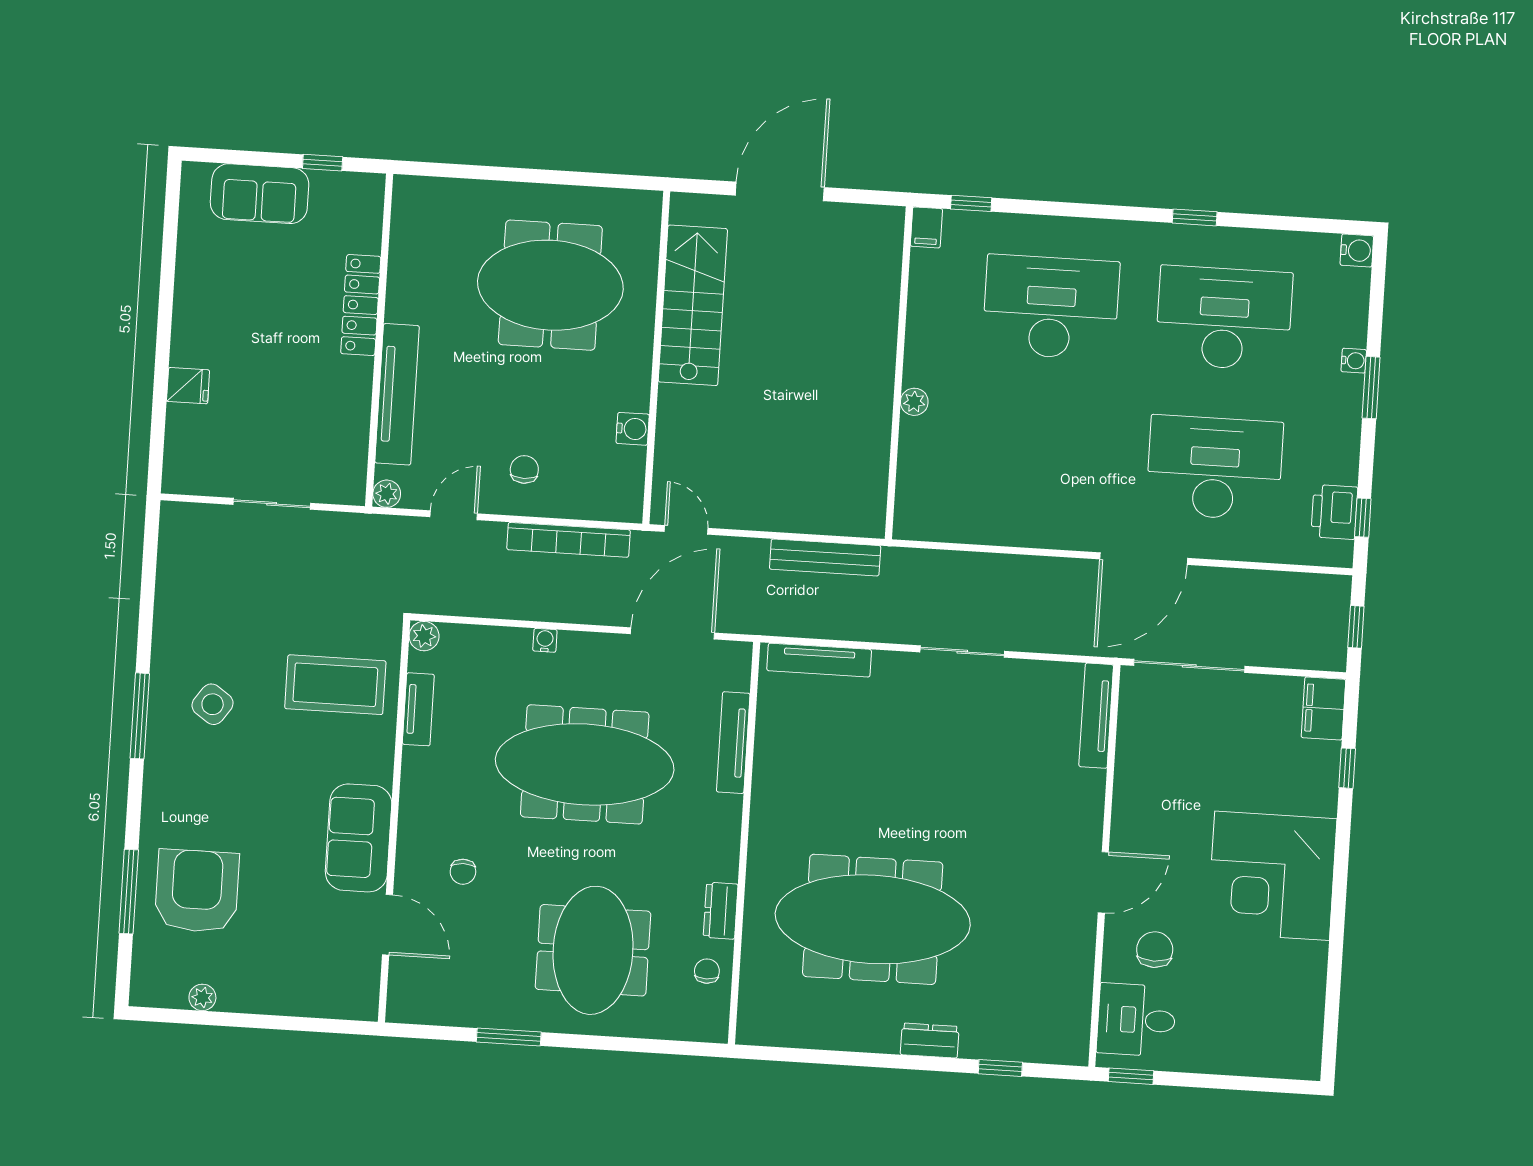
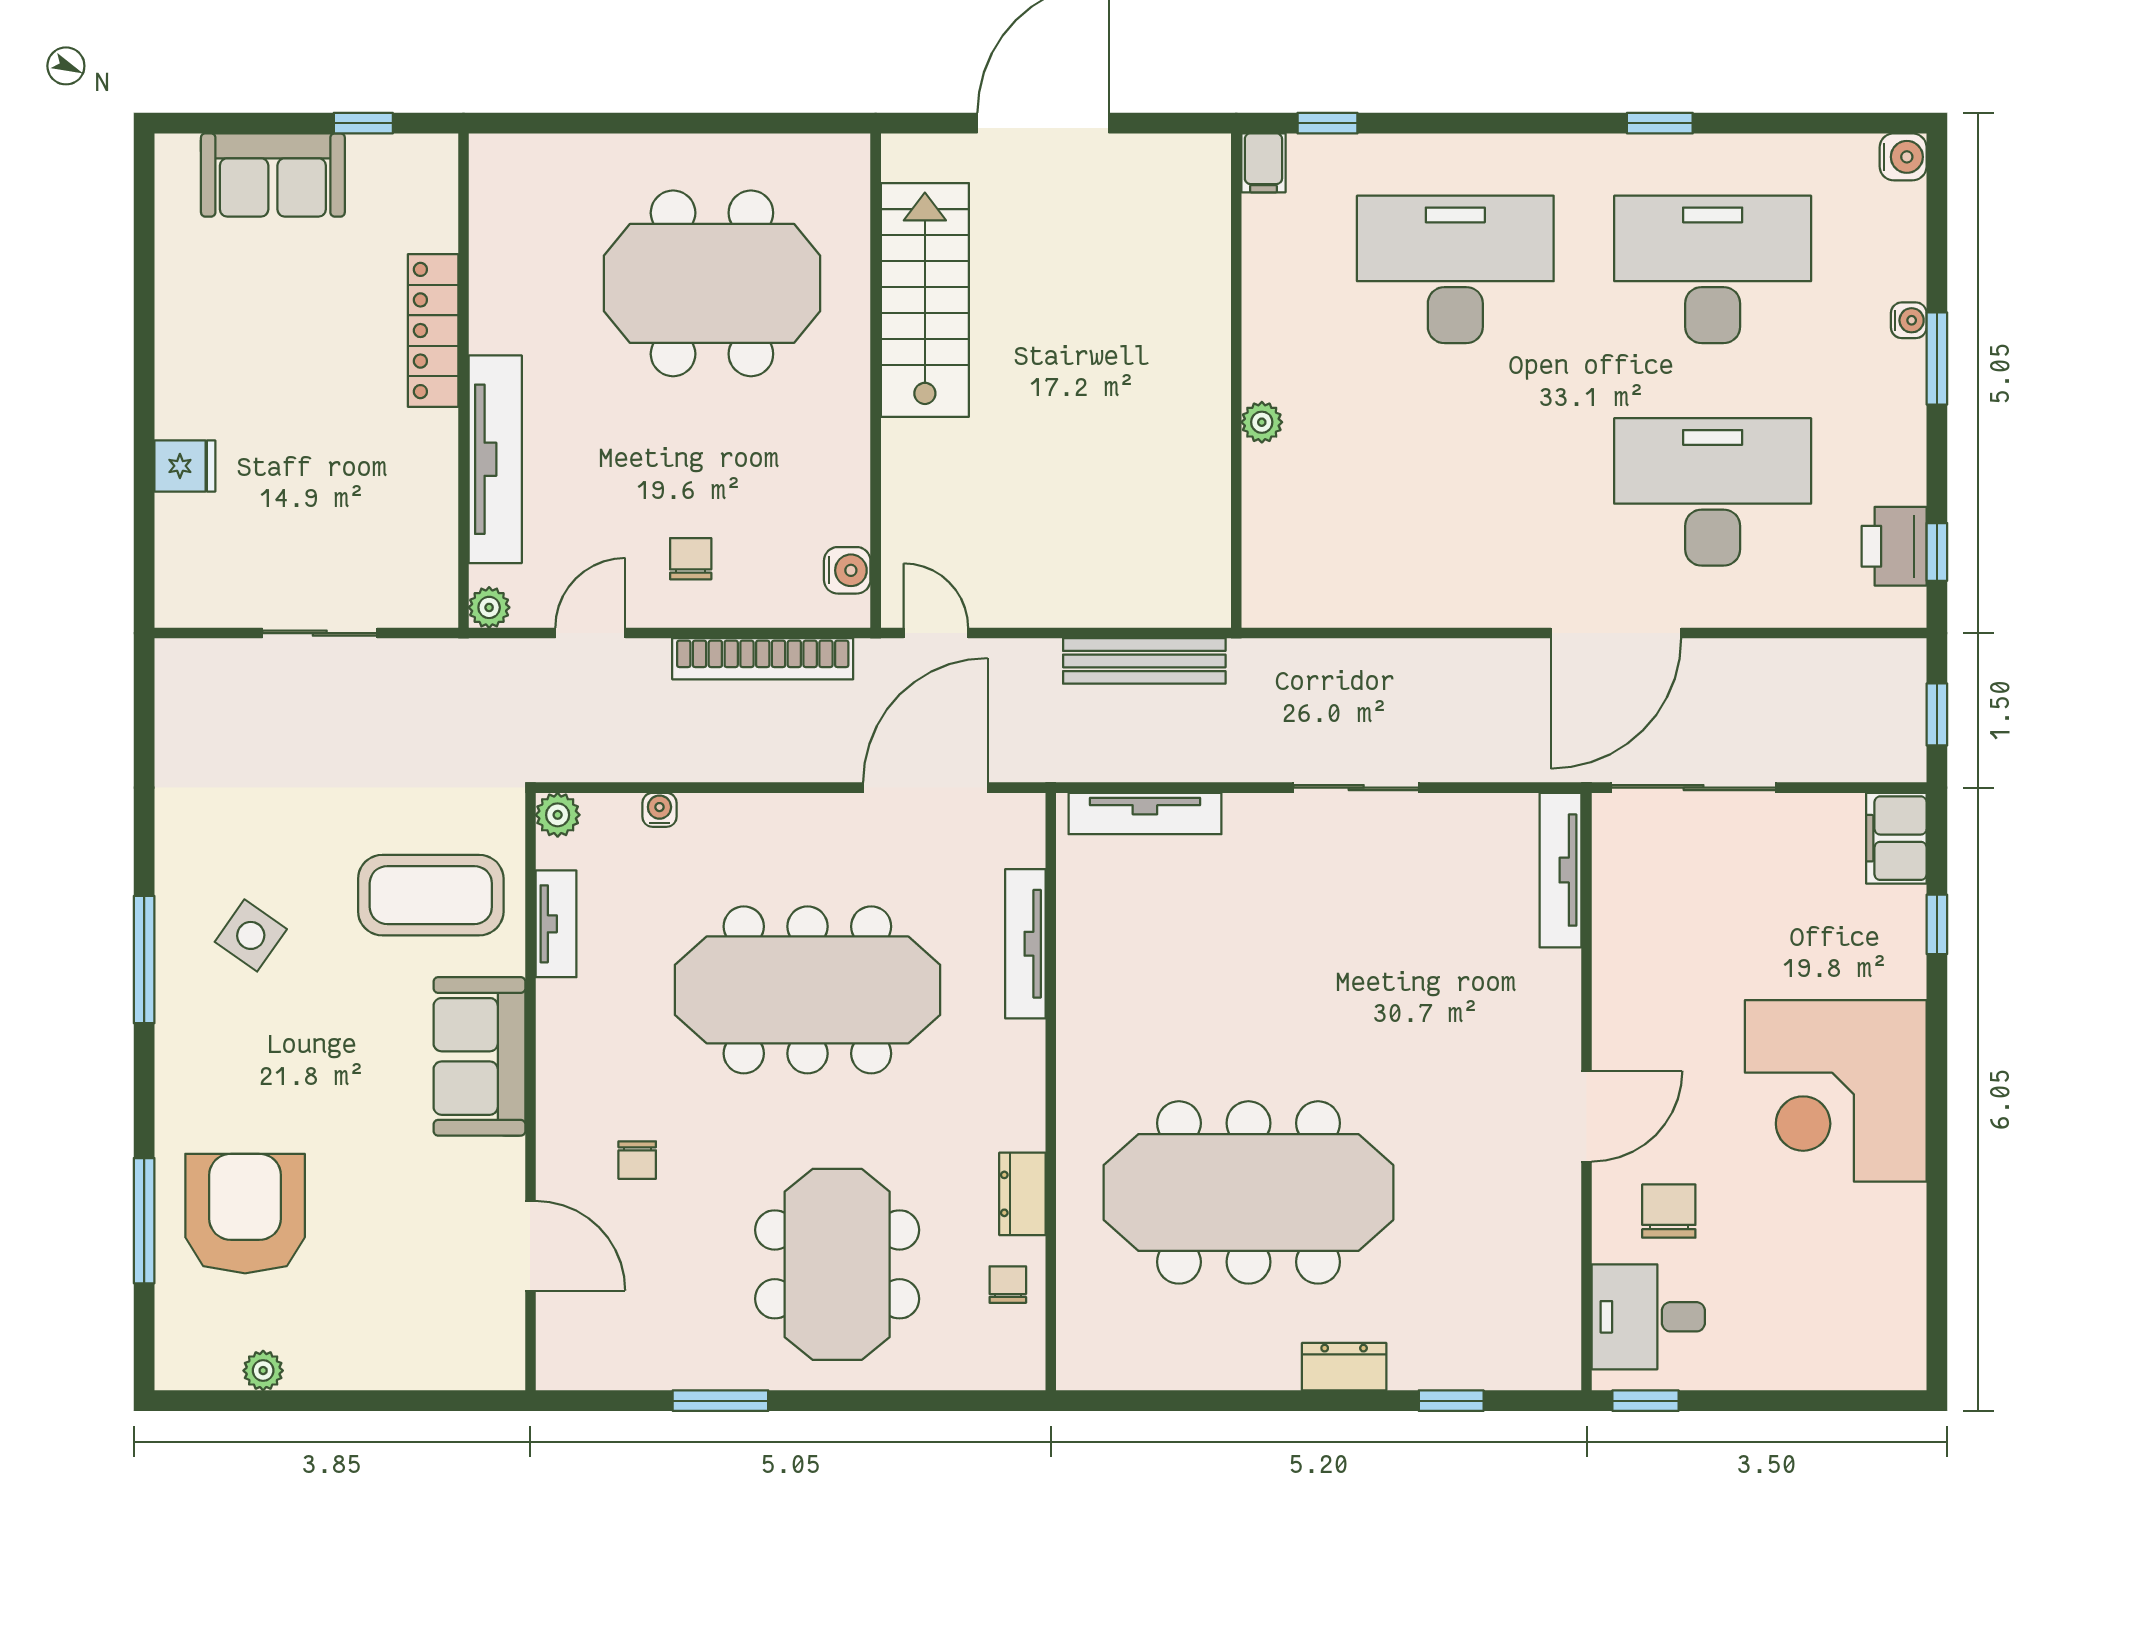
water cooler: (633, 429) -> (847, 570), moved
water cooler: (545, 640) -> (659, 810), moved
sofa: (359, 838) -> (479, 1056), moved

